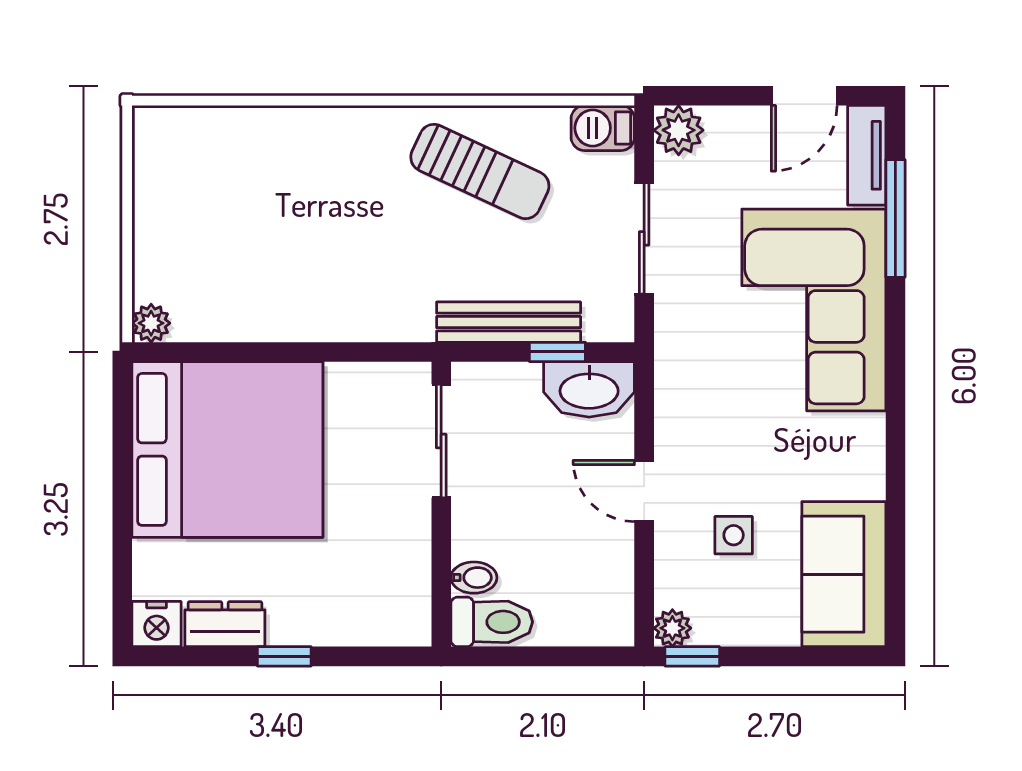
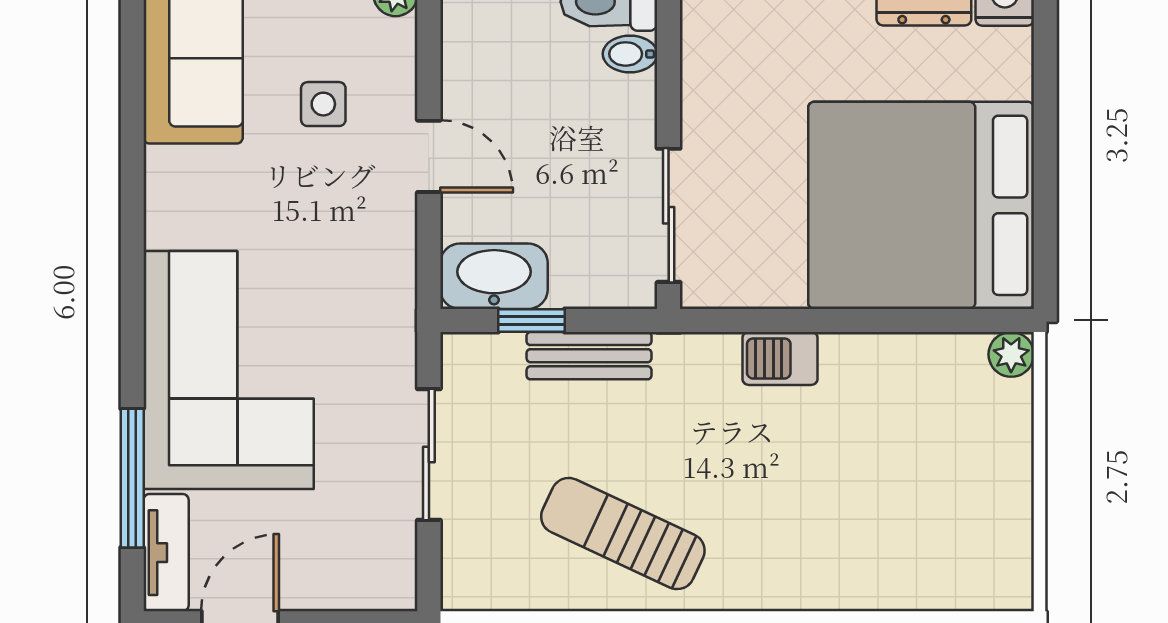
barbecue: (603, 128) -> (780, 358), moved, turned 180
plant: (679, 130) -> (388, 582), removed
bench: (509, 322) -> (589, 356), width x0.73

